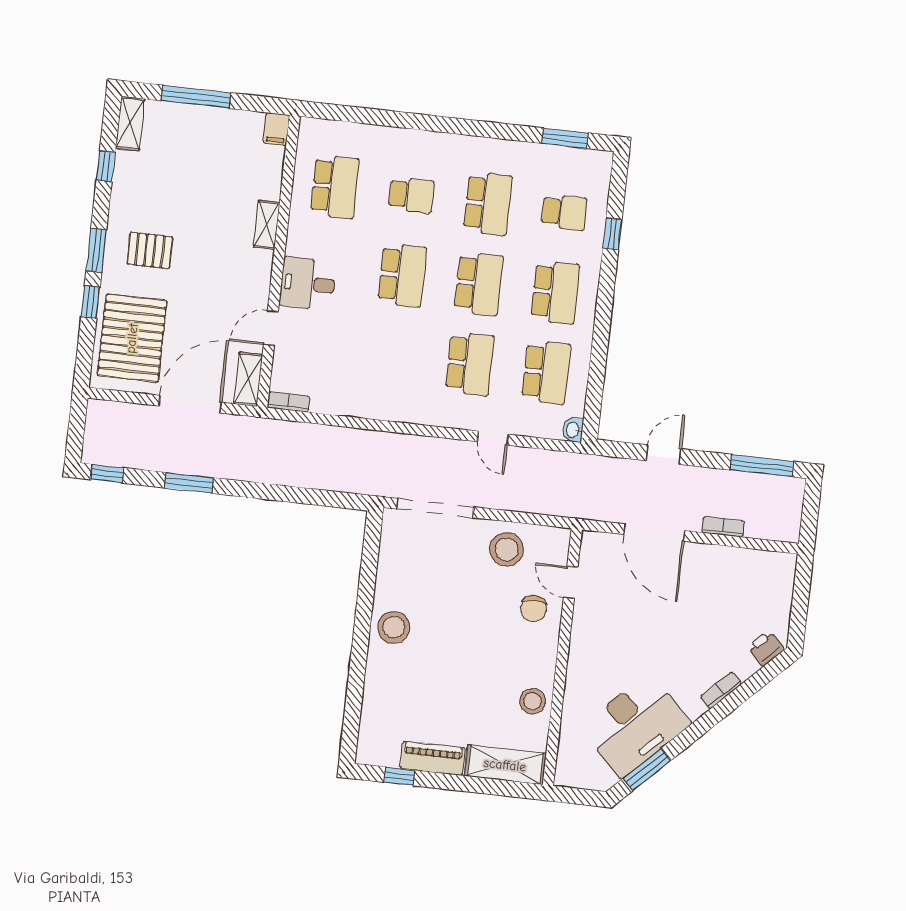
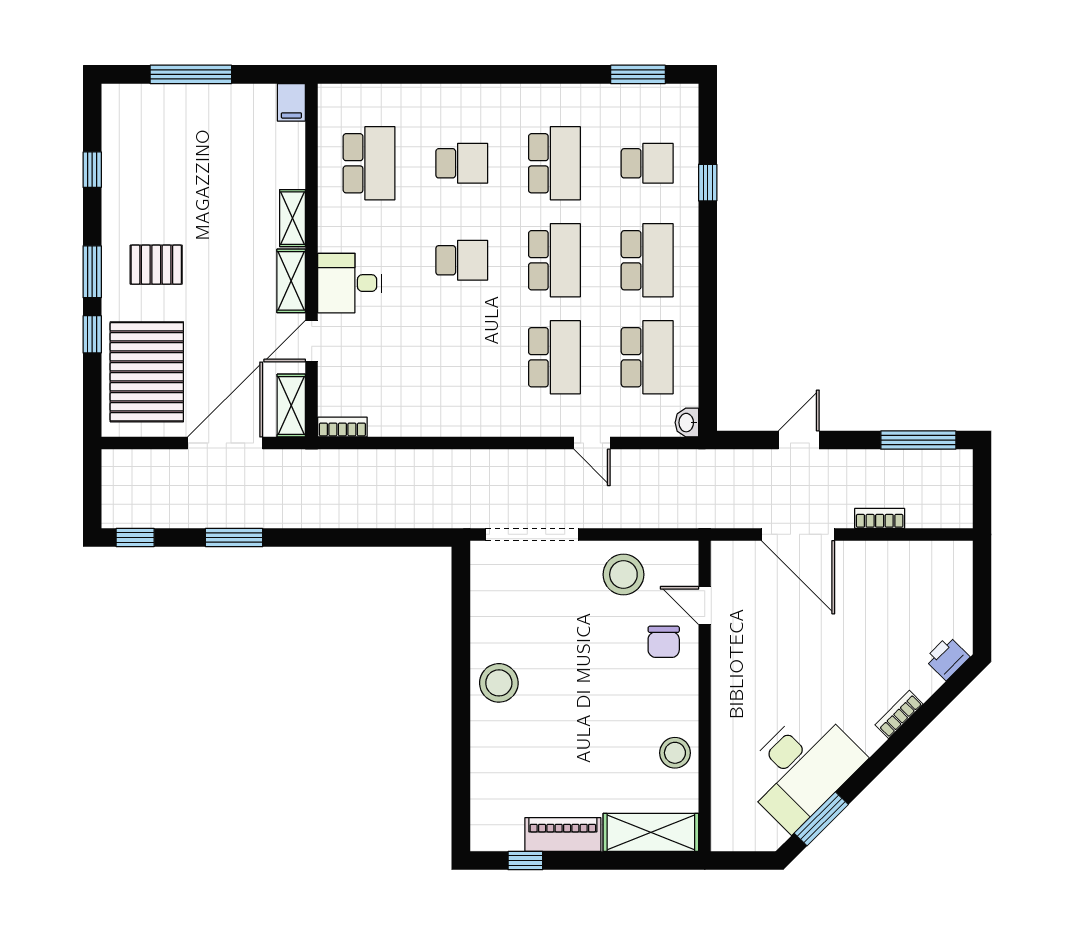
shelving: (130, 124) -> (291, 281), moved
school desk: (402, 275) -> (462, 260), width x0.54

